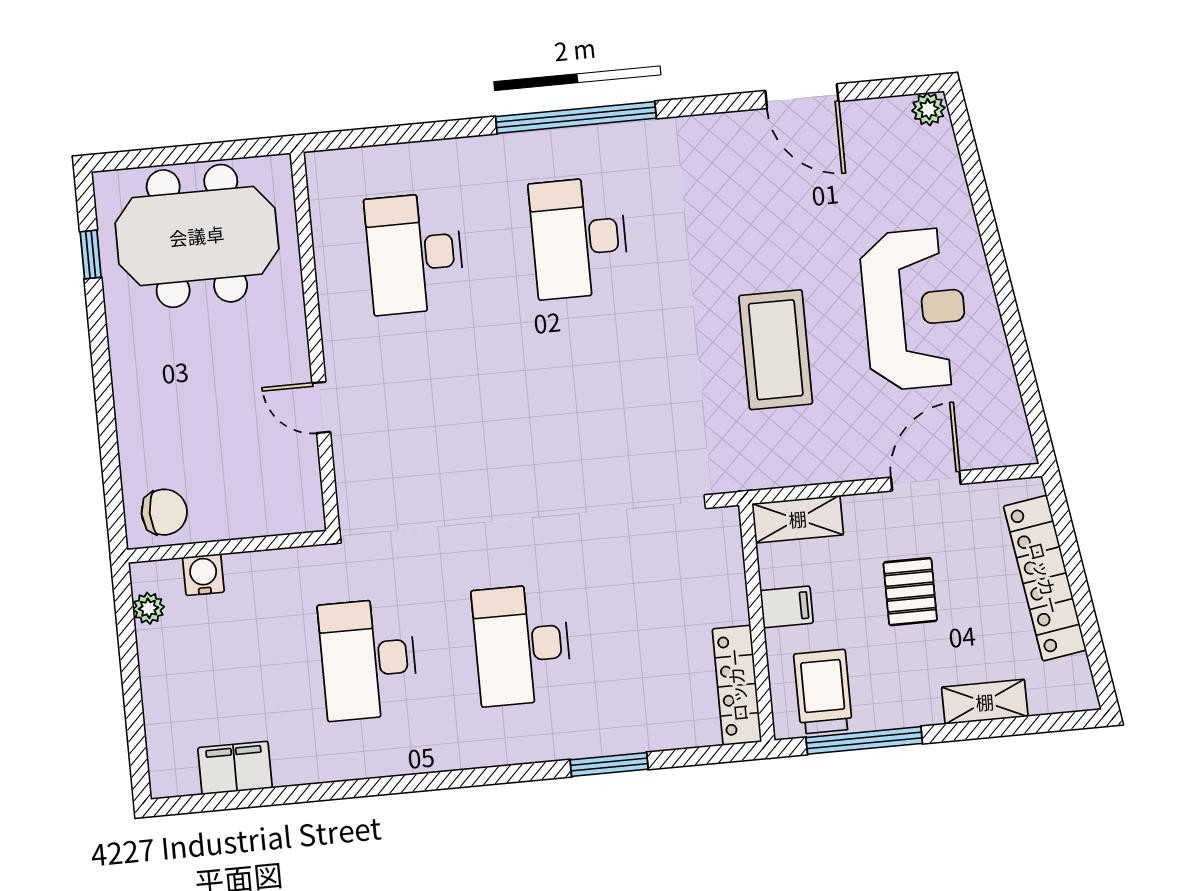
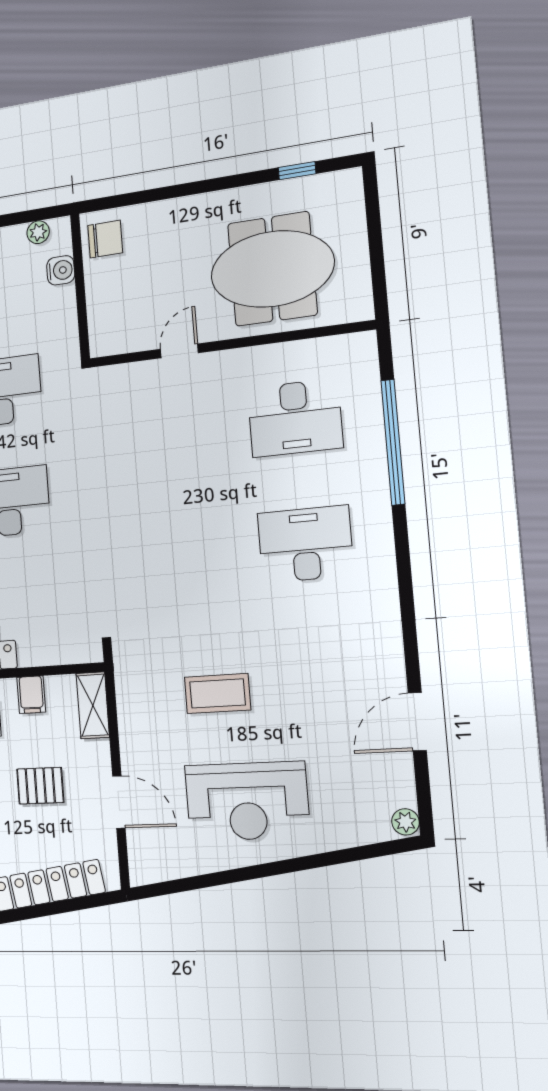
window: (576, 117) -> (393, 442), moved
meeting table: (197, 236) -> (272, 269), moved, turned 90
desk: (415, 253) -> (295, 418), turned 180
coffee table: (776, 350) -> (218, 693), width x0.73, depth x0.76
chair: (164, 512) -> (105, 239), turned -90

